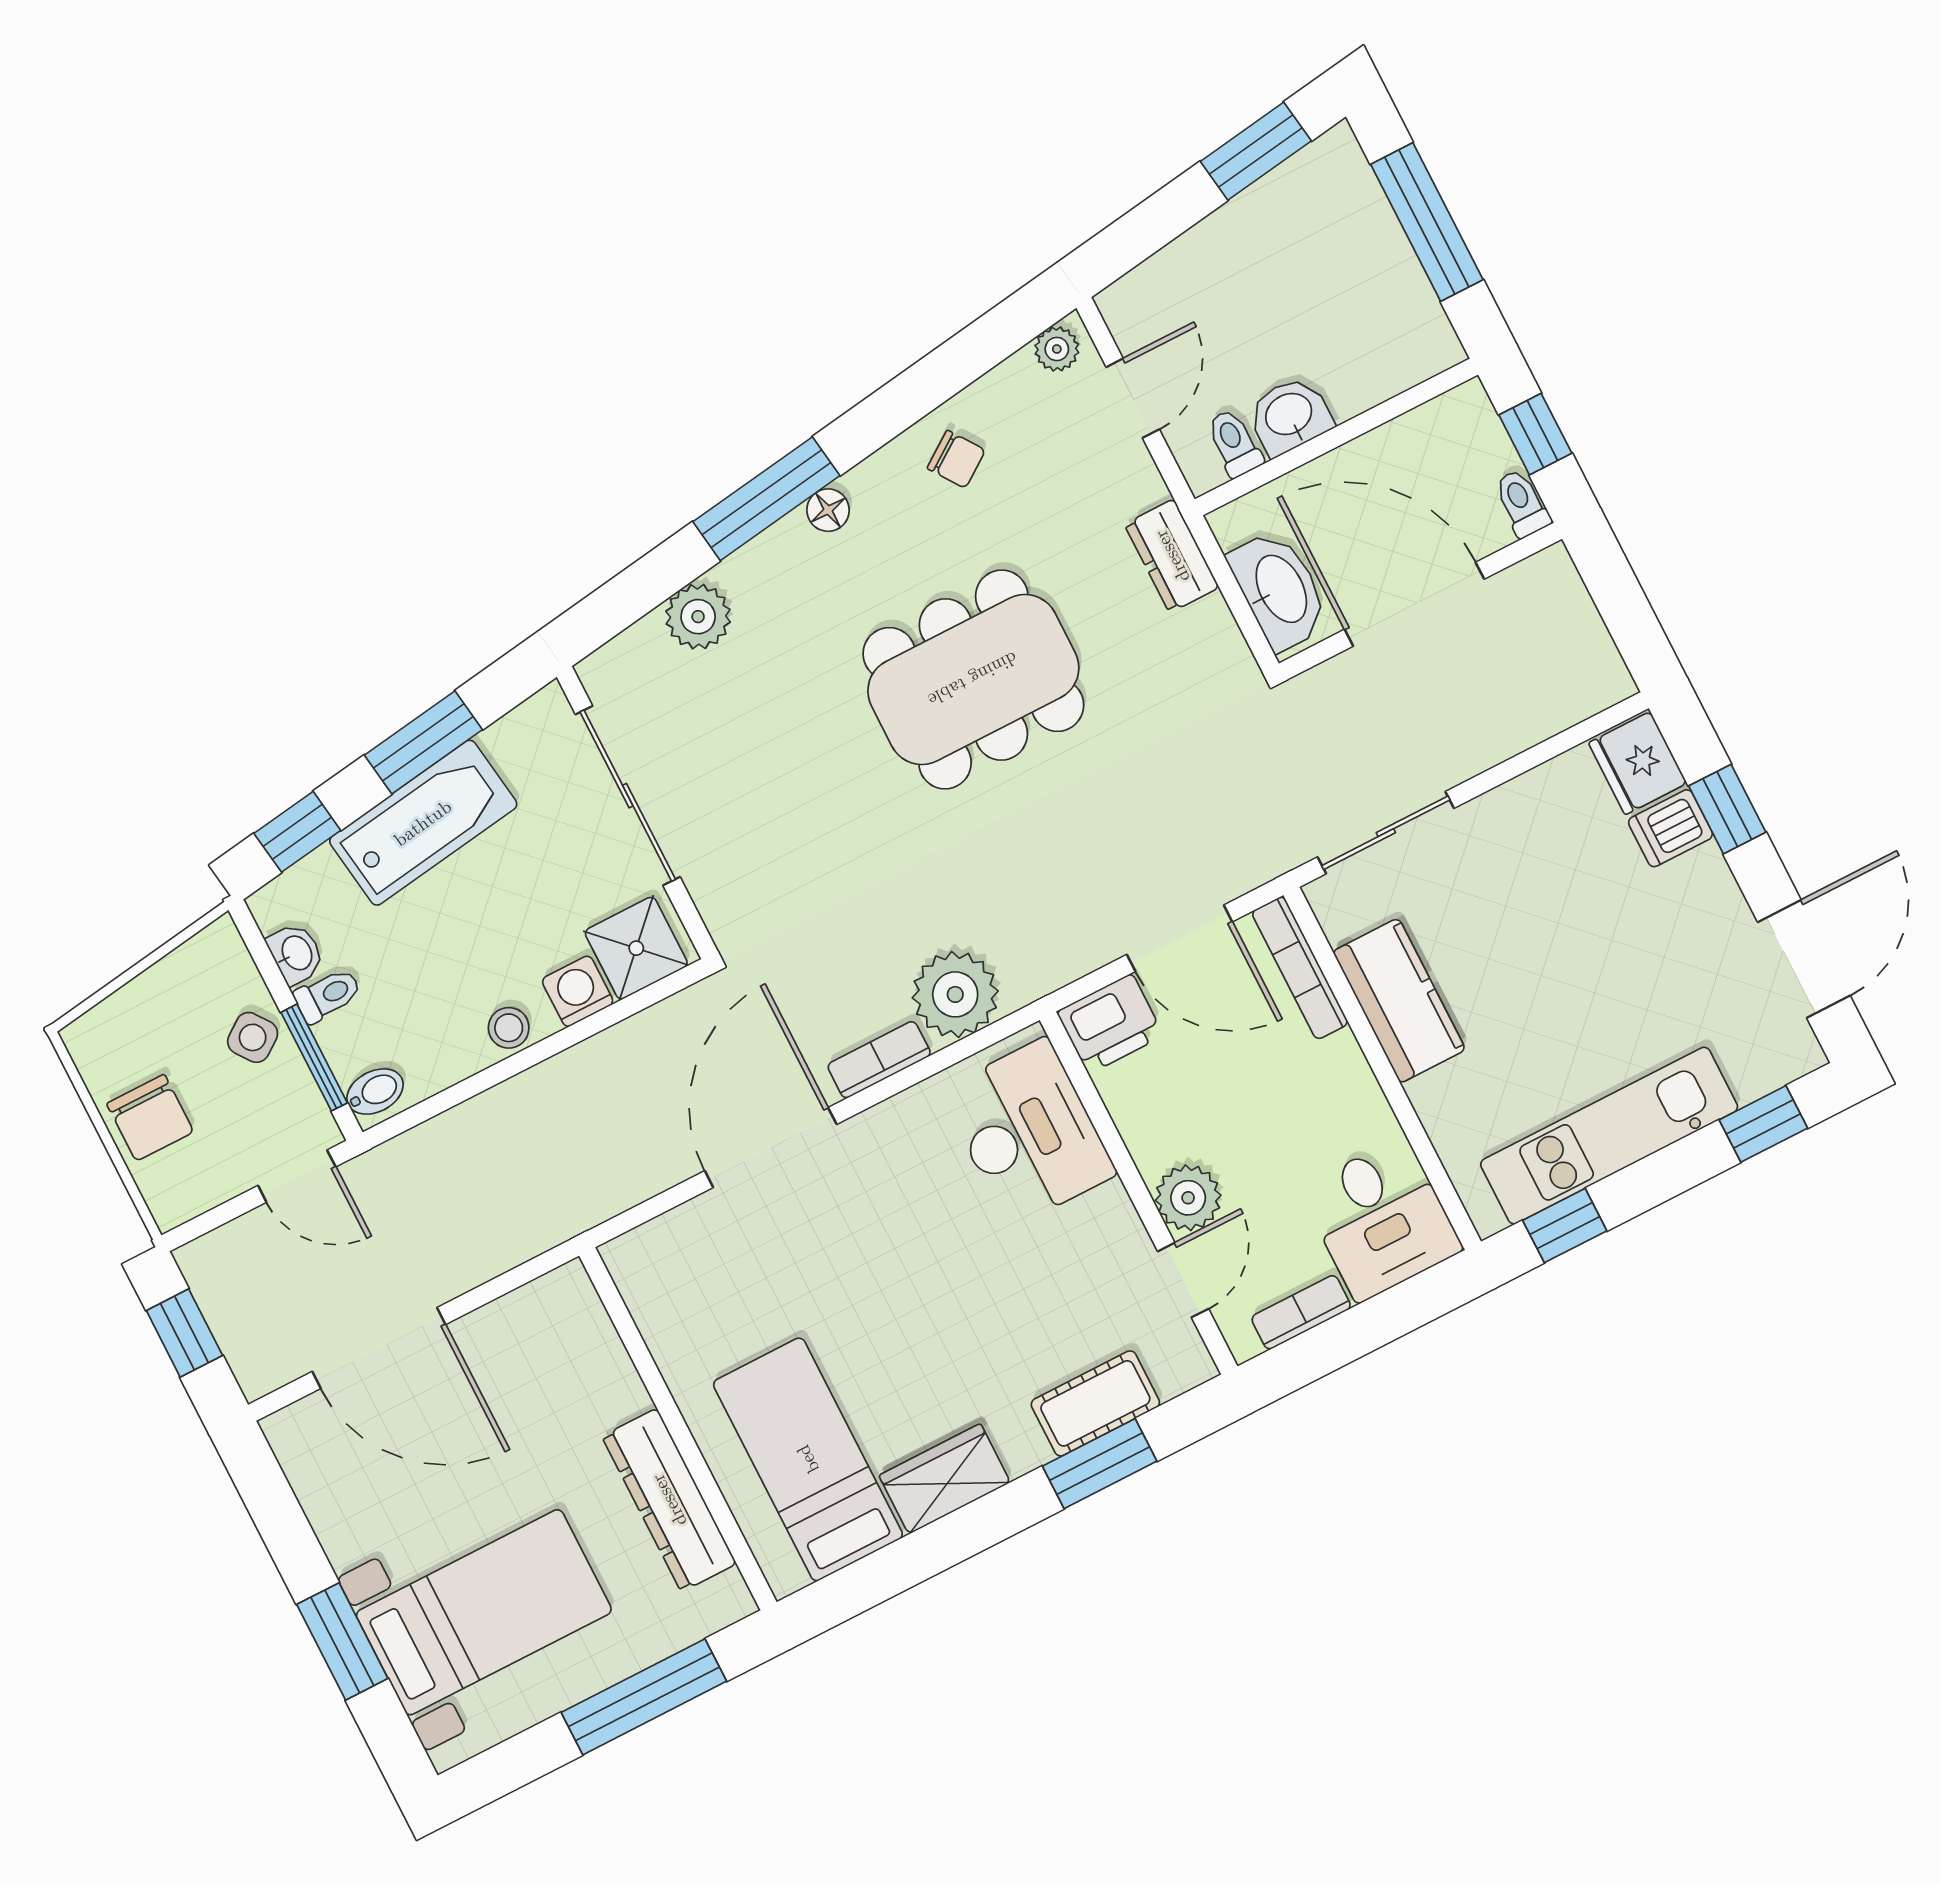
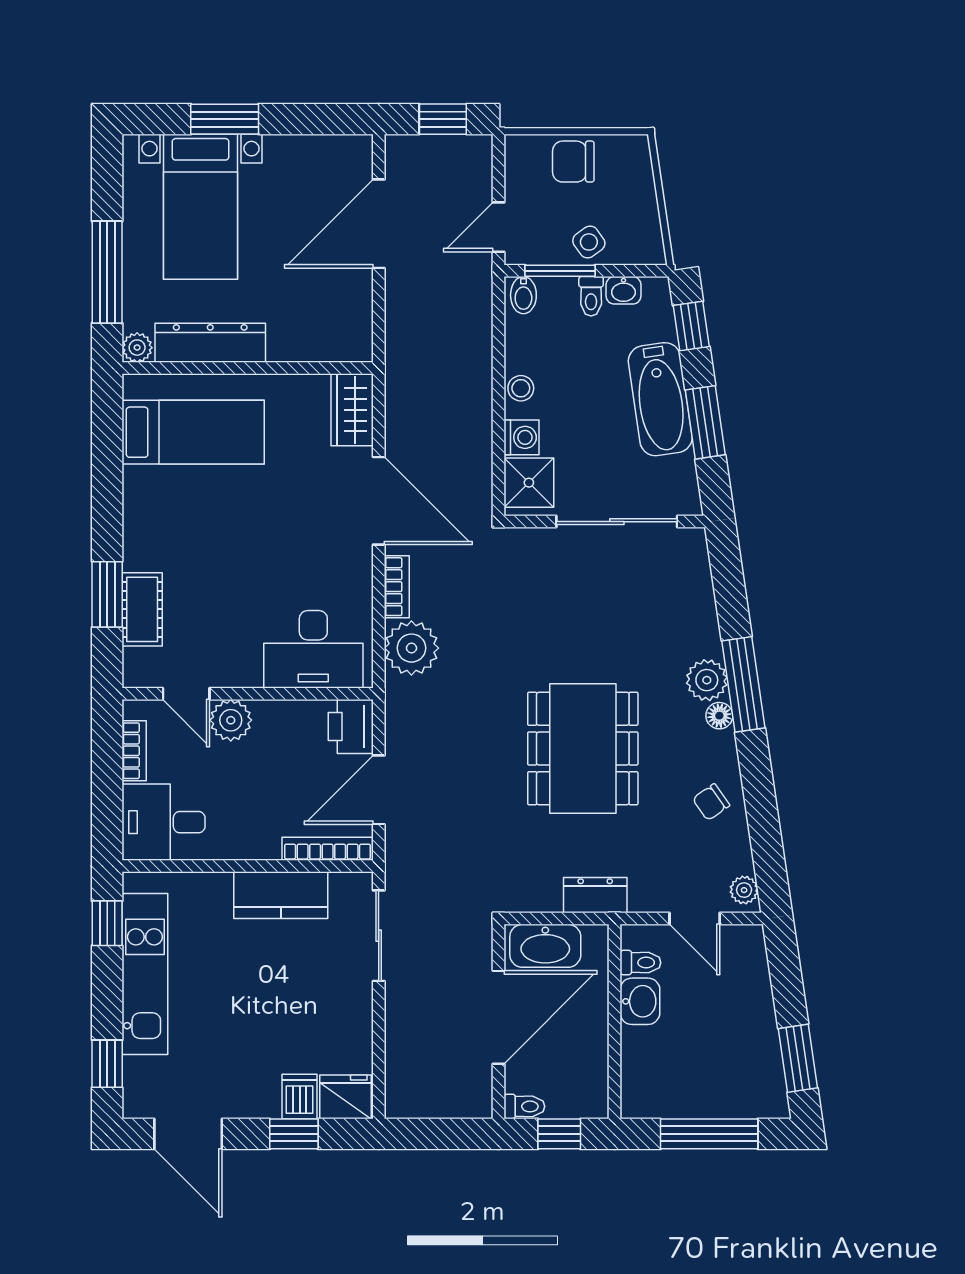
plant: (698, 617) -> (707, 680), moved
wardrobe: (945, 1479) -> (352, 410), moved, turned 180
plant: (729, 1600) -> (137, 348), added

